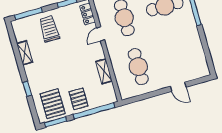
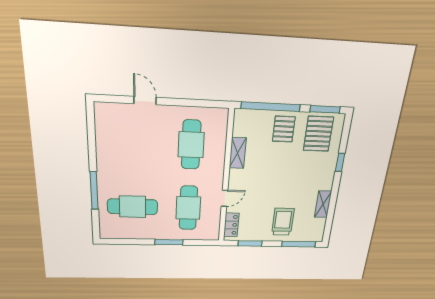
trolley: (49, 29) -> (283, 222), turned 180

